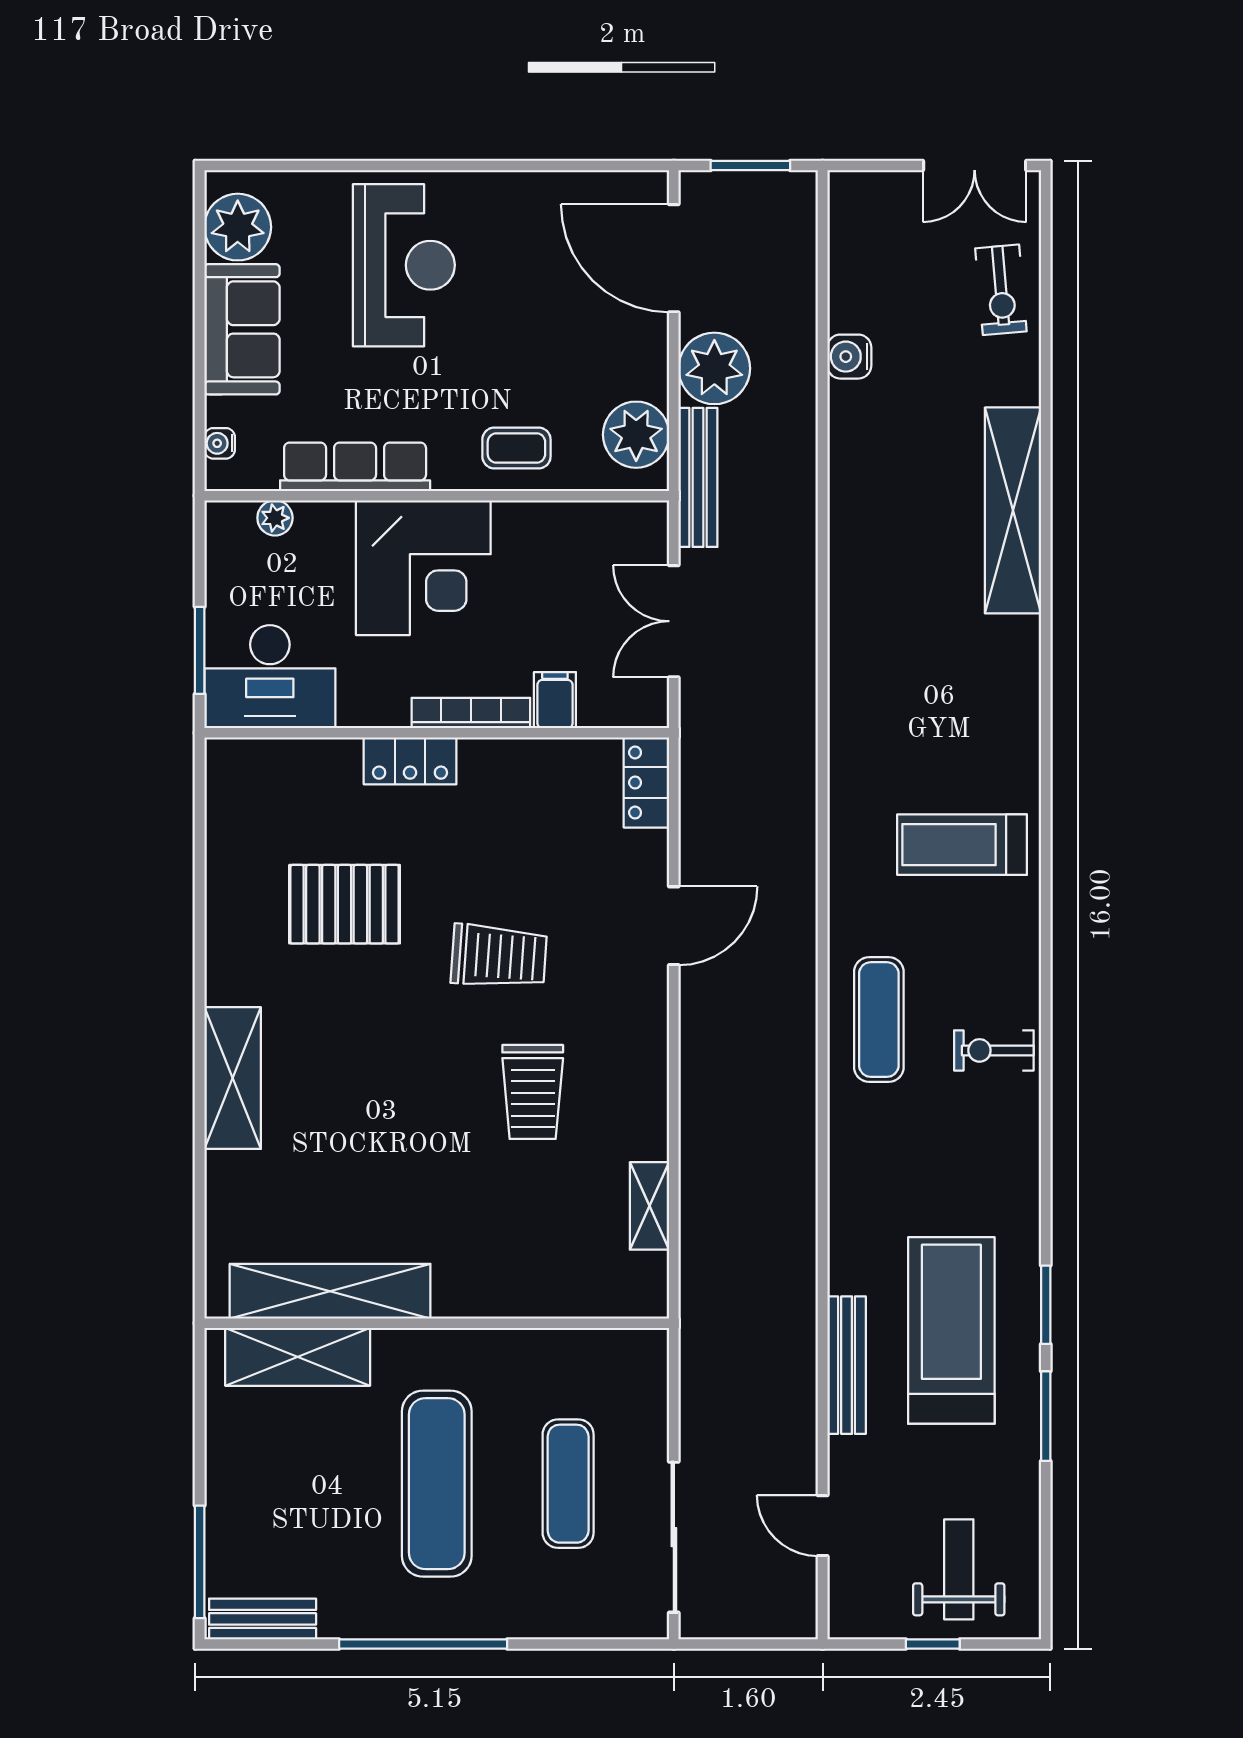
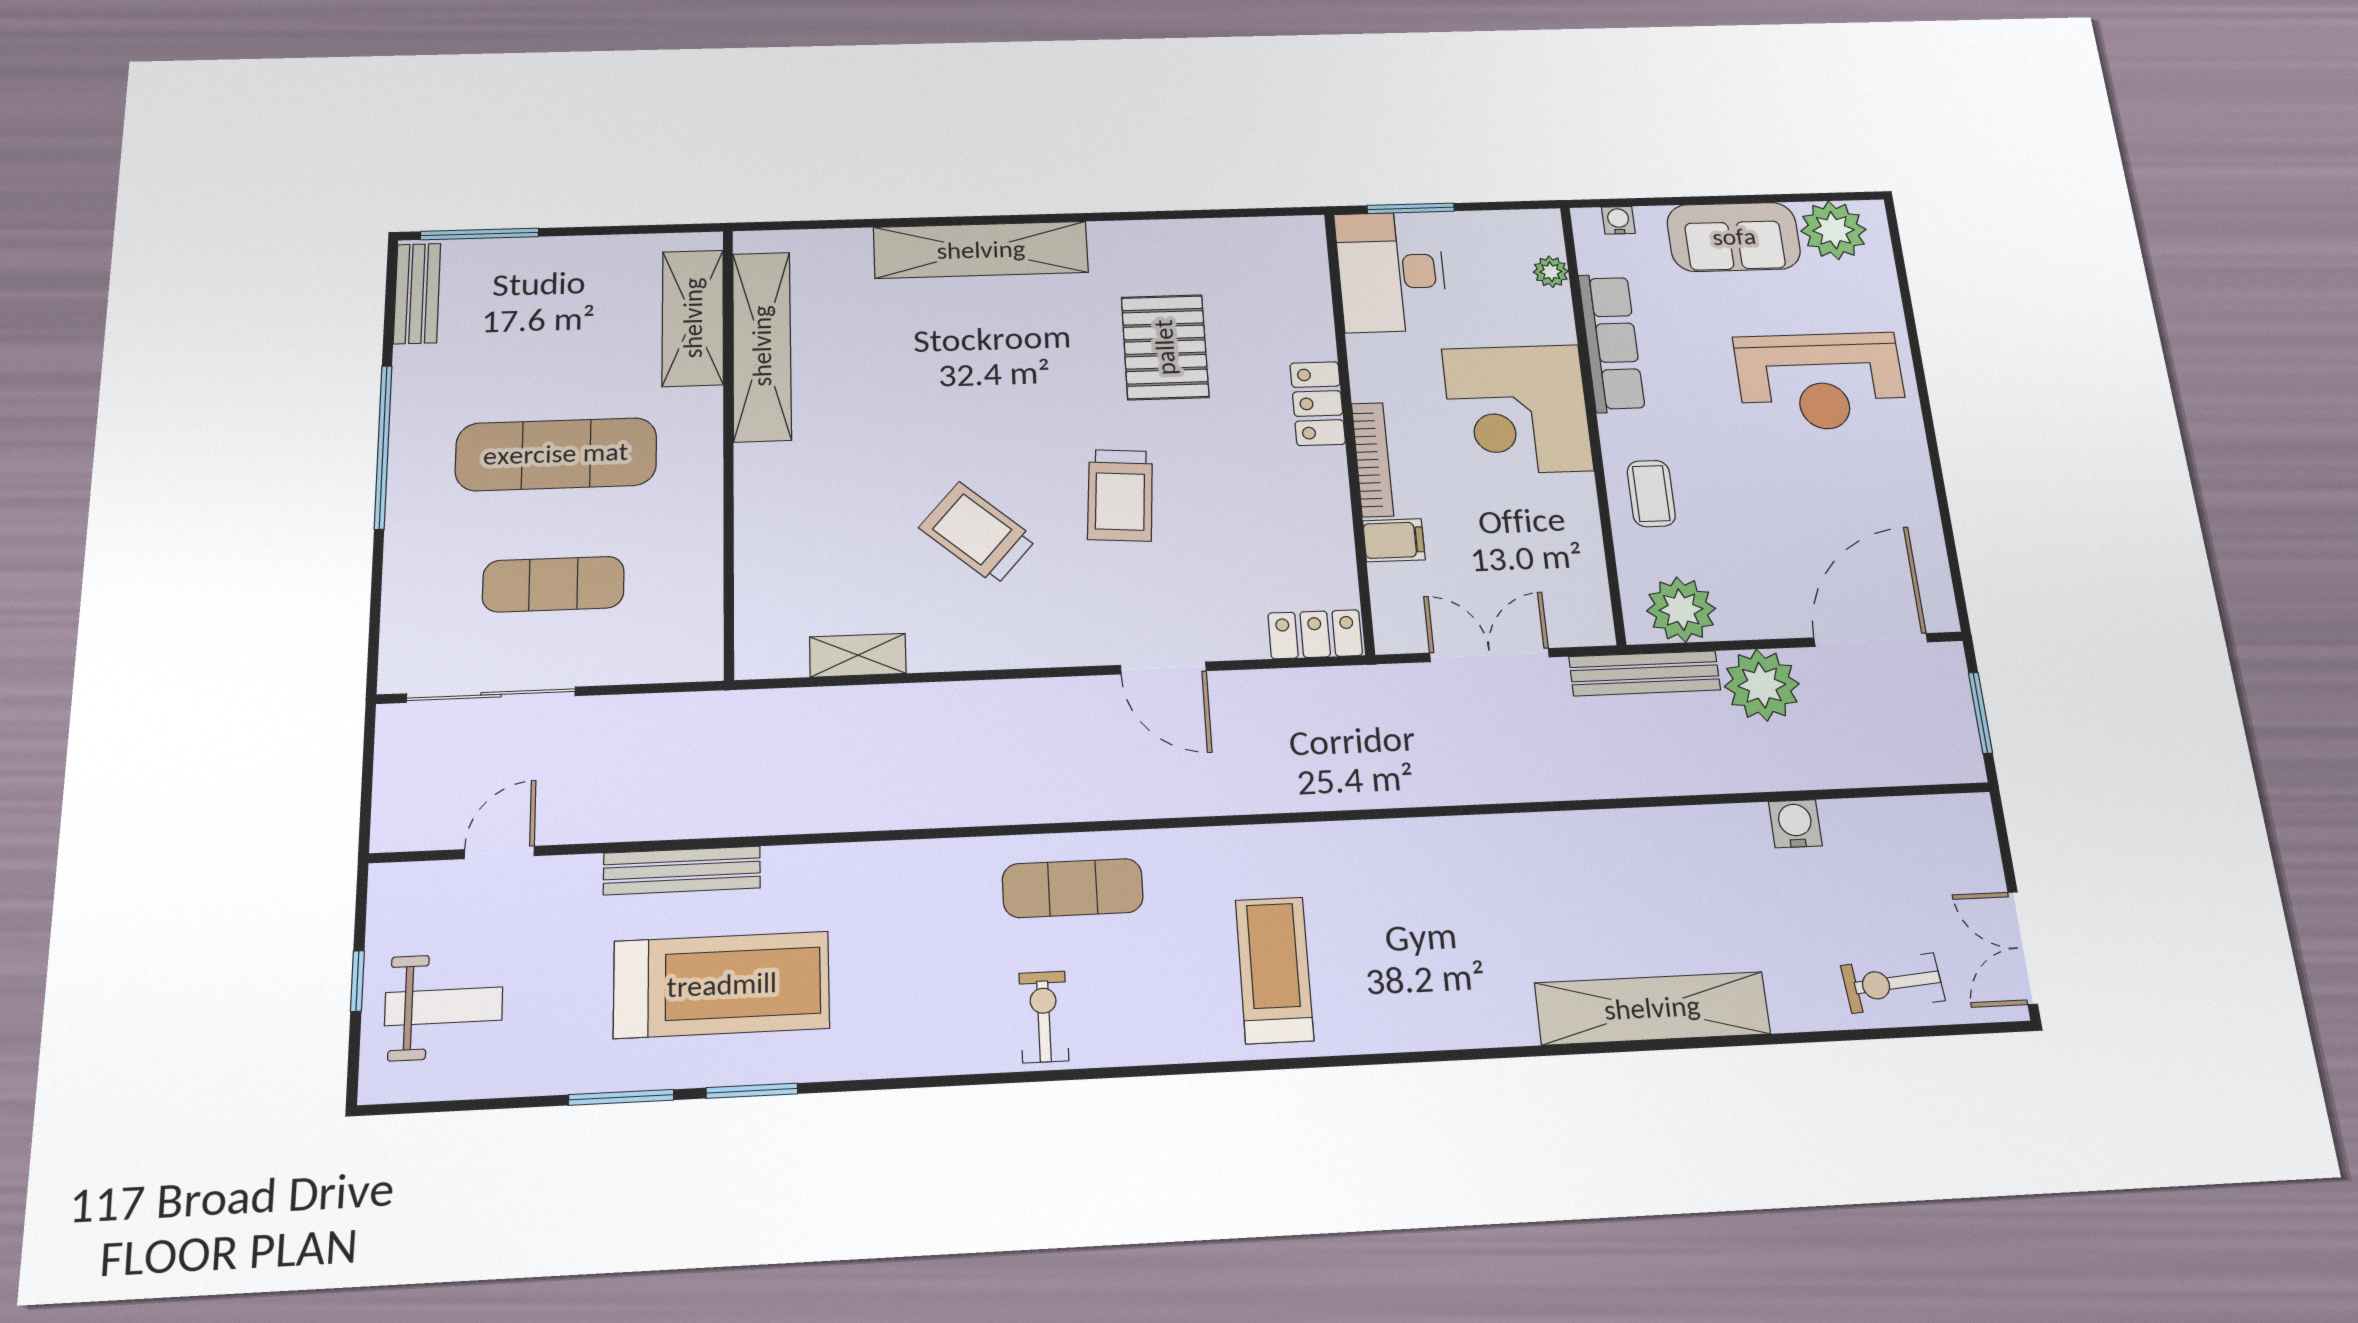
shelving: (233, 1078) -> (981, 250), width x1.47
trolley: (533, 1092) -> (978, 533), turned 41

